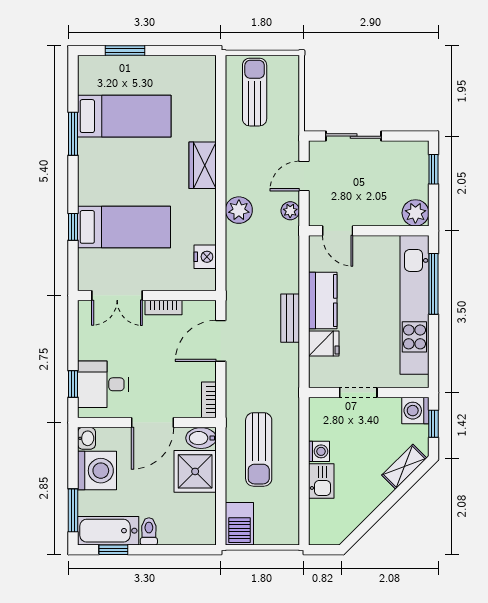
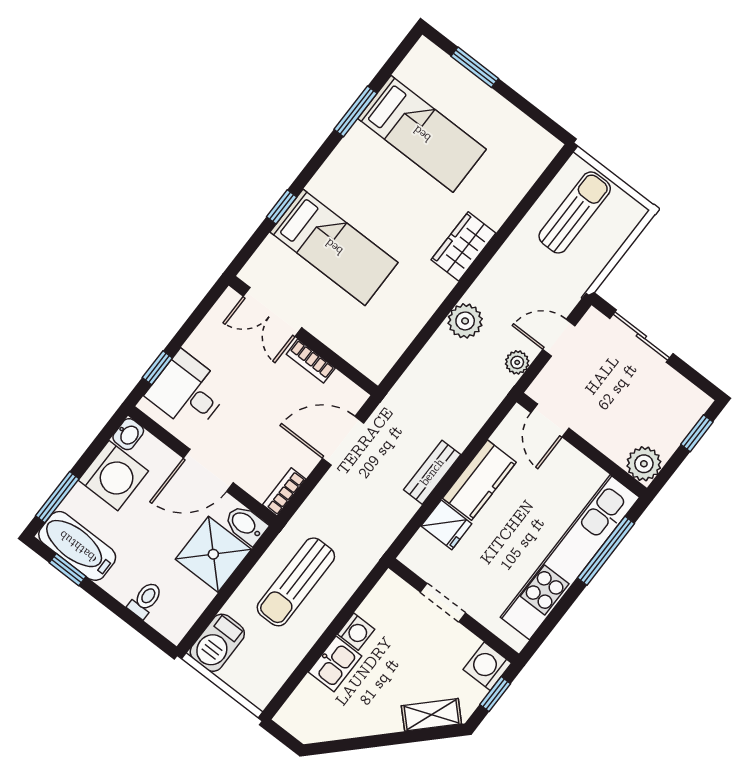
nightstand: (205, 257) -> (394, 342), removed
toilet: (149, 531) -> (145, 600), moved

